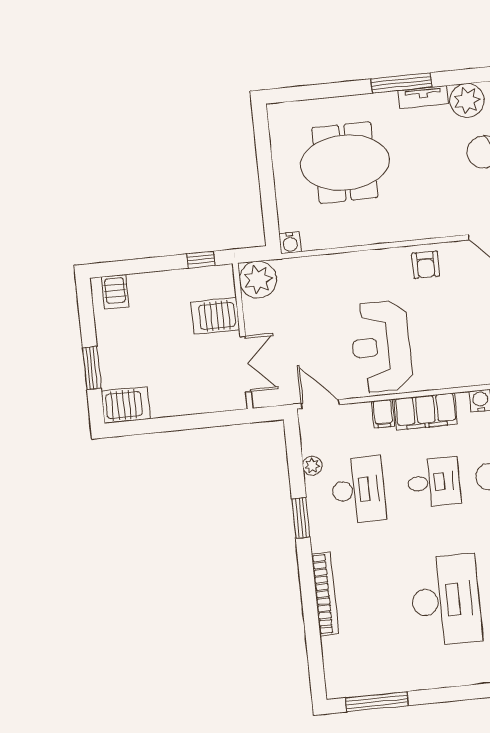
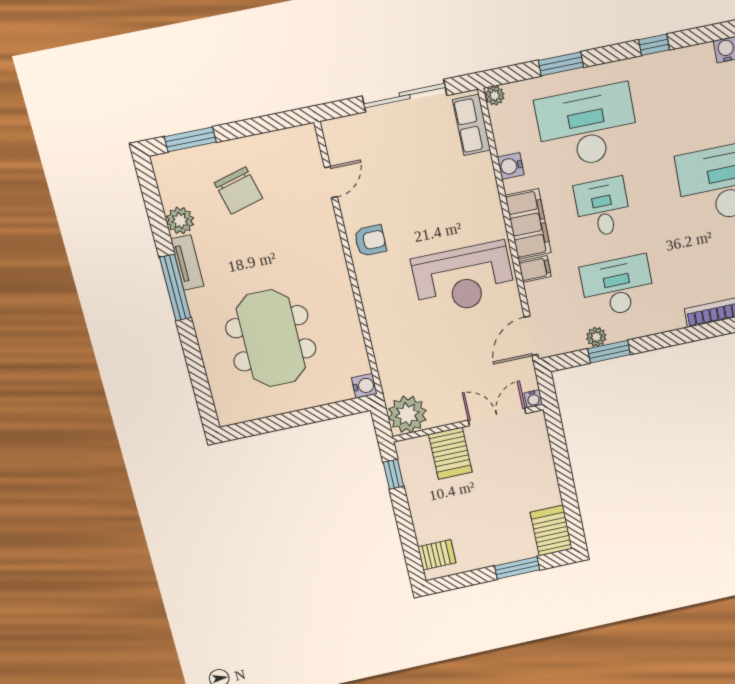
plant: (467, 100) -> (180, 220), width x0.73, depth x0.73
water cooler: (259, 400) -> (533, 399), added
window: (301, 518) -> (609, 352), moved

